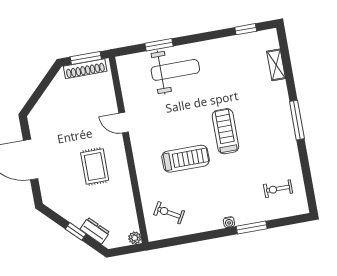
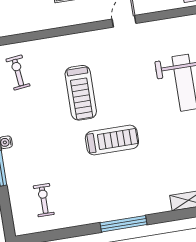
exercise bike: (169, 213) -> (18, 73), turned -36

